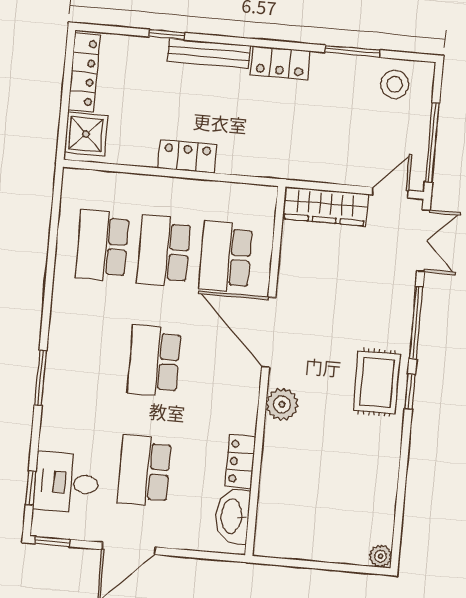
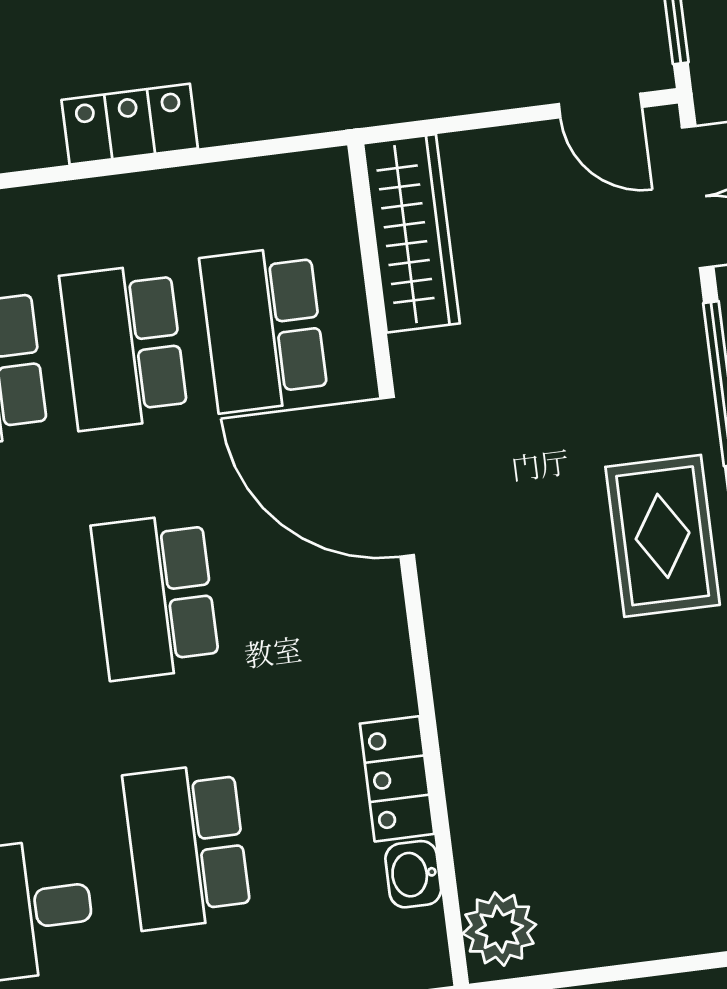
door: (390, 192) -> (600, 106), swing flipped
wardrobe: (325, 206) -> (411, 233), moved, turned -90
plant: (282, 404) -> (499, 929), moved
washbasin: (232, 516) -> (413, 874), width x0.52, depth x0.69

